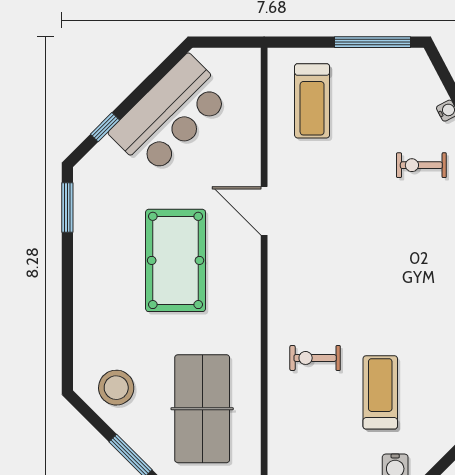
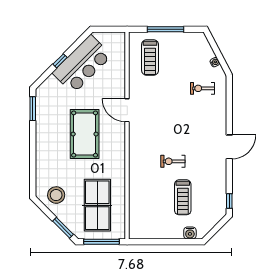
window: (372, 42) -> (165, 29), moved
window: (105, 127) -> (60, 61), moved
exercise bike: (315, 358) -> (173, 161), moved
treadmill: (380, 392) -> (183, 197), turned 180

